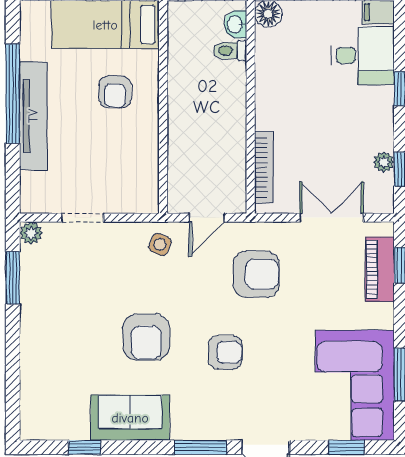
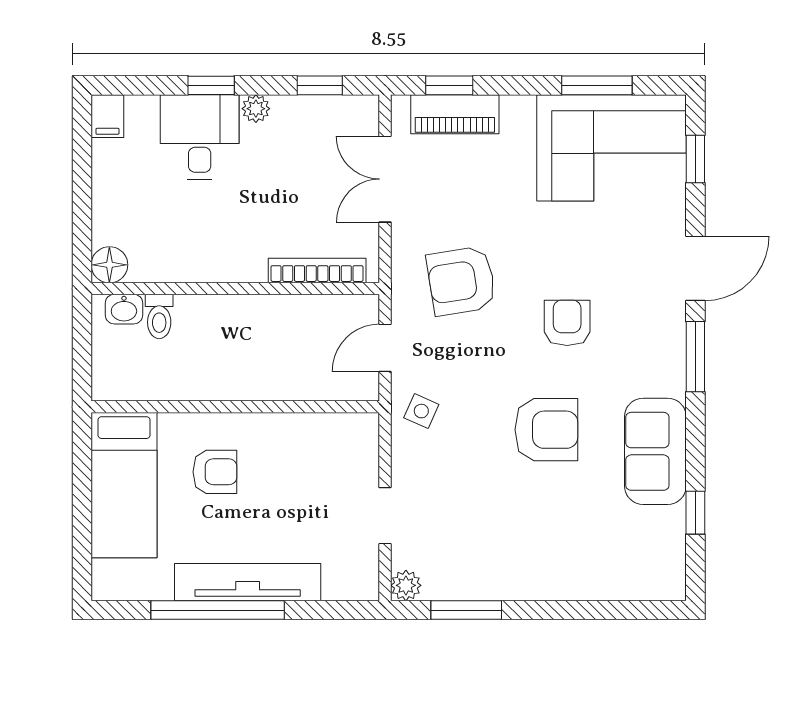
desk: (363, 55) -> (200, 137), moved
plant: (384, 162) -> (256, 109), moved
door: (207, 218) -> (385, 348), swing flipped
armchair: (256, 274) -> (461, 281), turned -99

